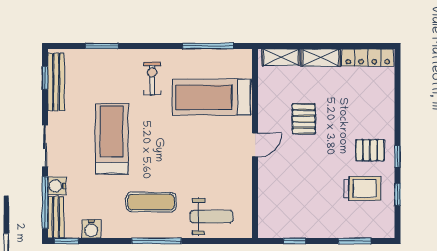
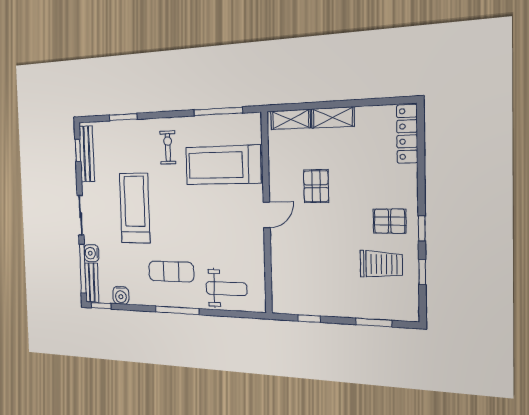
locker: (368, 57) -> (407, 134), moved, turned 90

